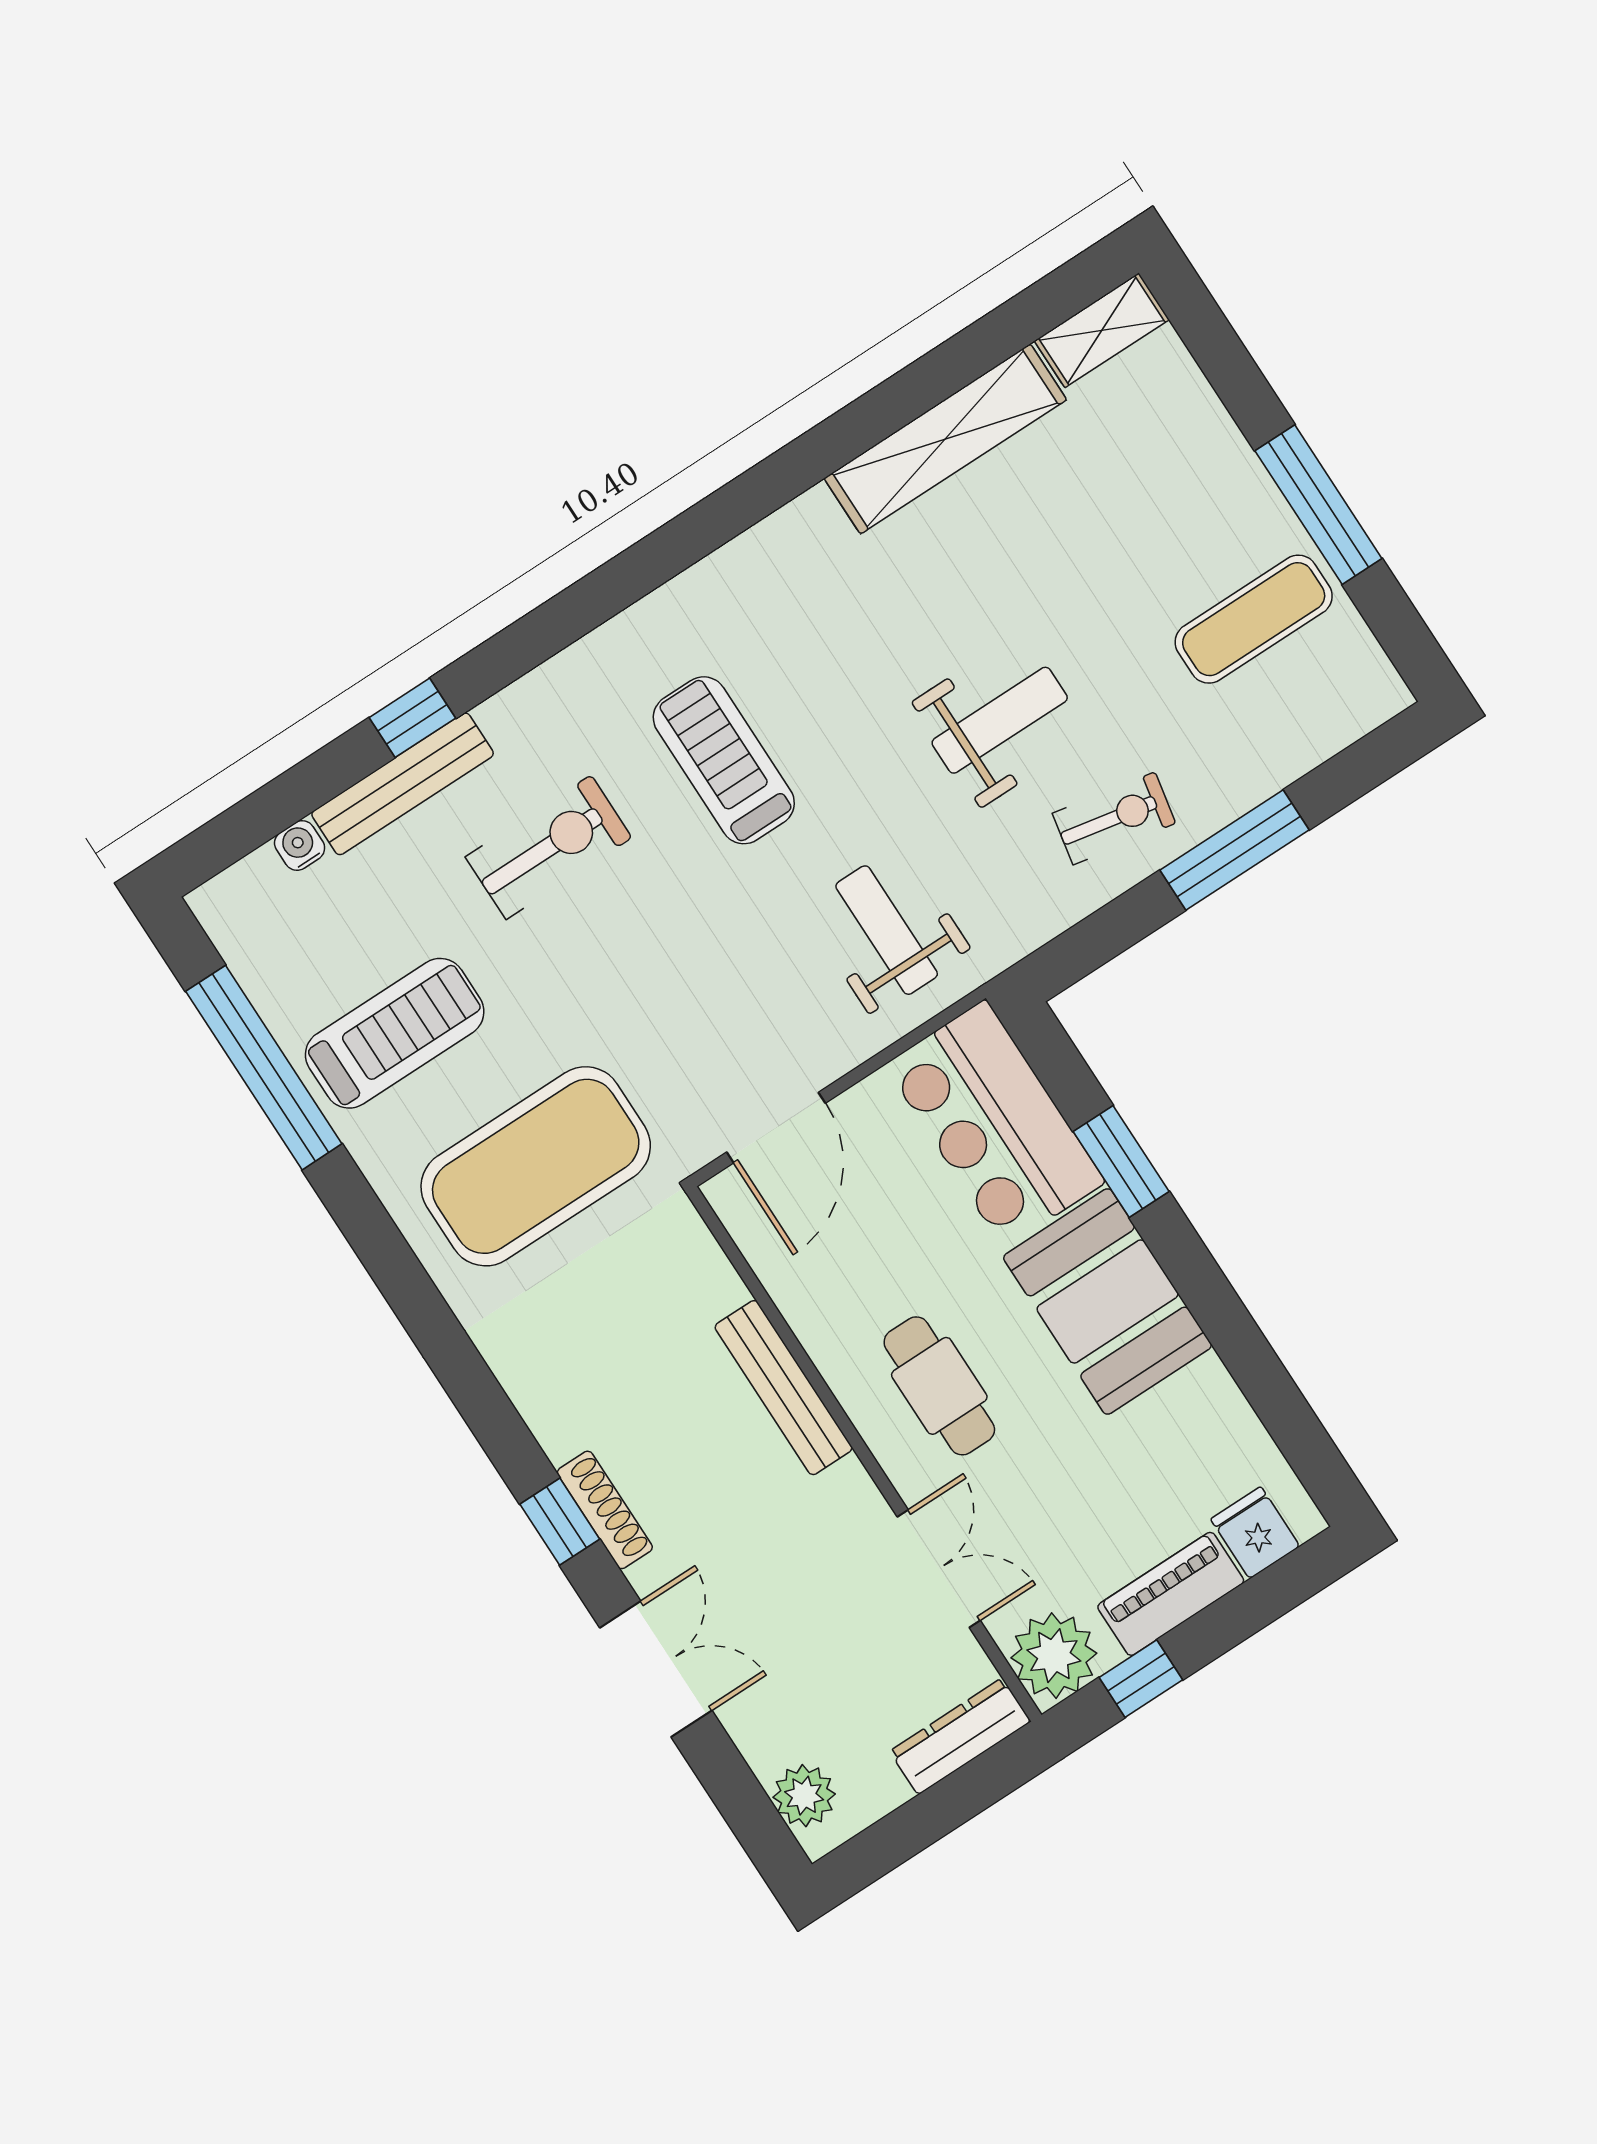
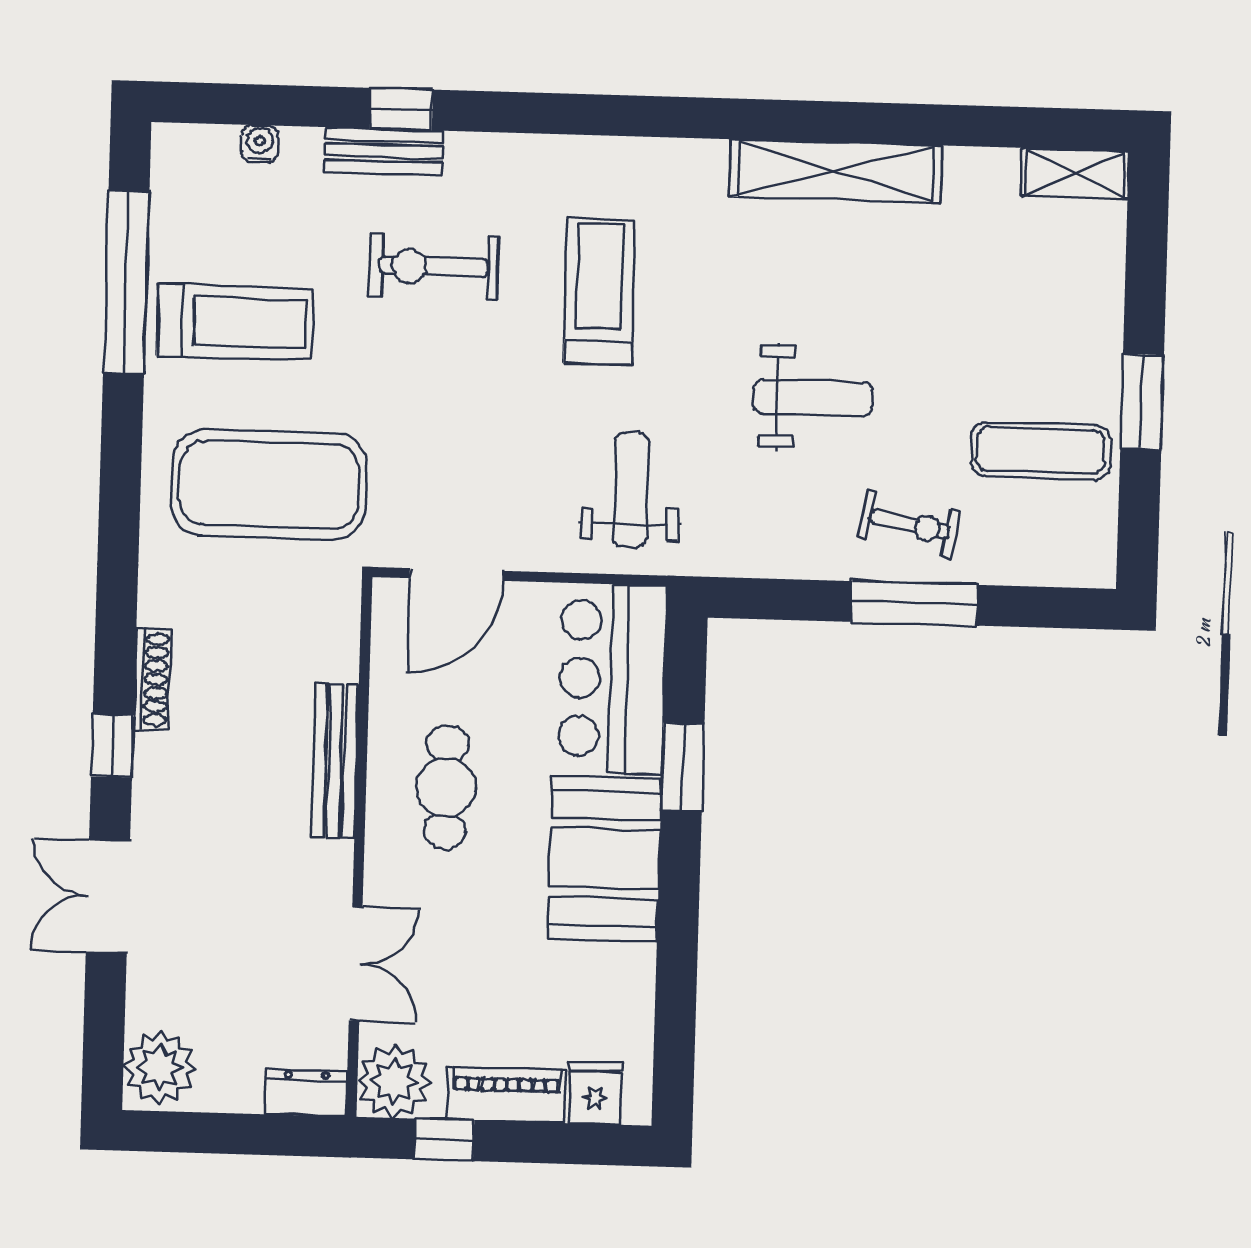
shelving: (945, 439) -> (836, 171), moved
window: (1318, 505) -> (1142, 402), width x0.69
bench: (403, 784) -> (384, 151), width x0.73
exercise bike: (1114, 818) -> (910, 524), moved
exercise bike: (549, 847) -> (434, 267), turned 180
cafe table: (939, 1386) -> (446, 787), moved
shoe rack: (605, 1510) -> (152, 679), moved
double door: (656, 1669) -> (108, 896), swing flipped
dresser: (960, 1736) -> (306, 1093), width x0.70
plant: (804, 1796) -> (160, 1068), width x1.36, depth x1.36

